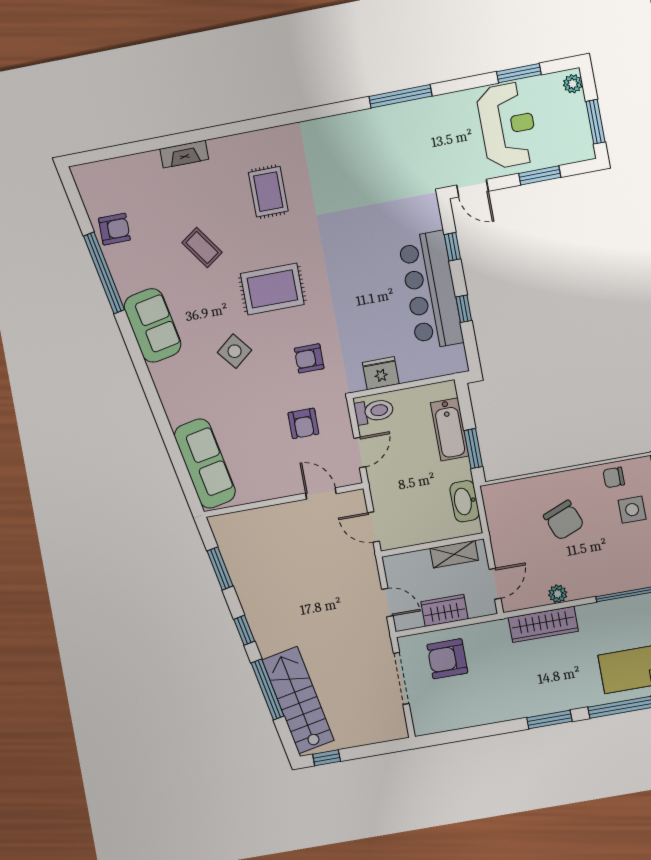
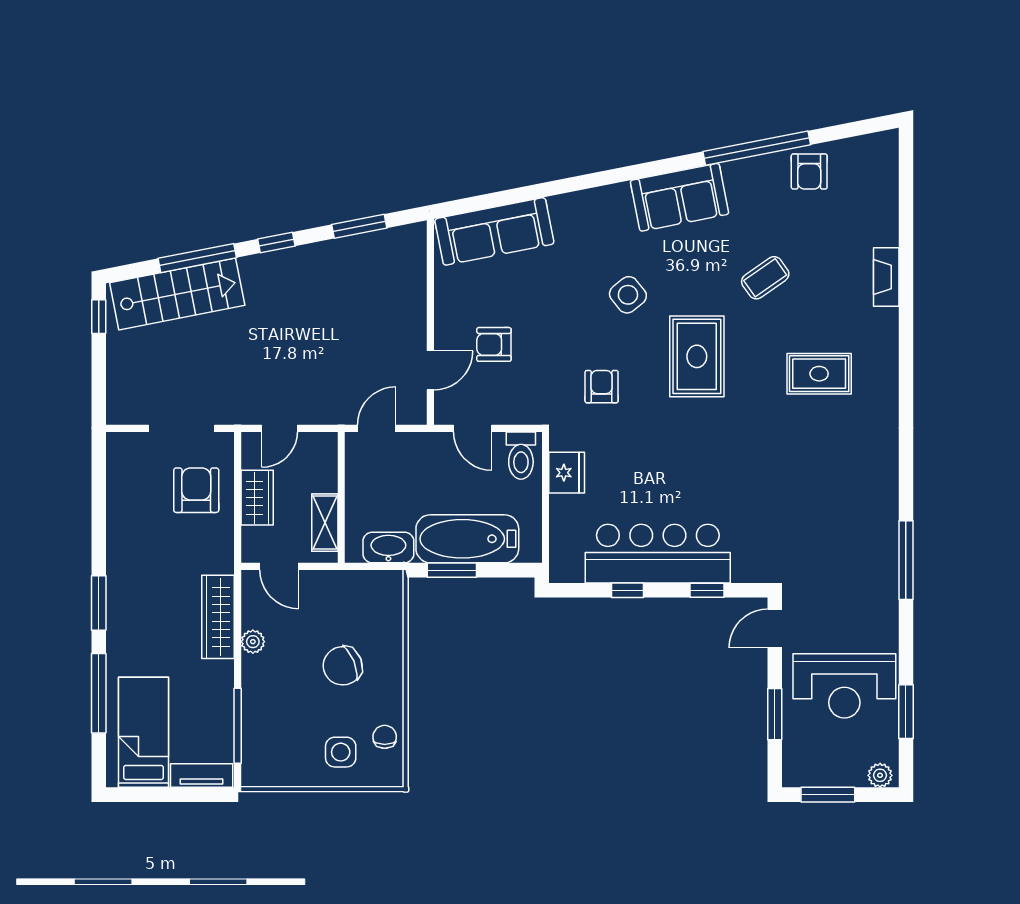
armchair: (303, 423) -> (494, 344), moved
bathtub: (450, 429) -> (467, 539), width x1.36, depth x1.36

